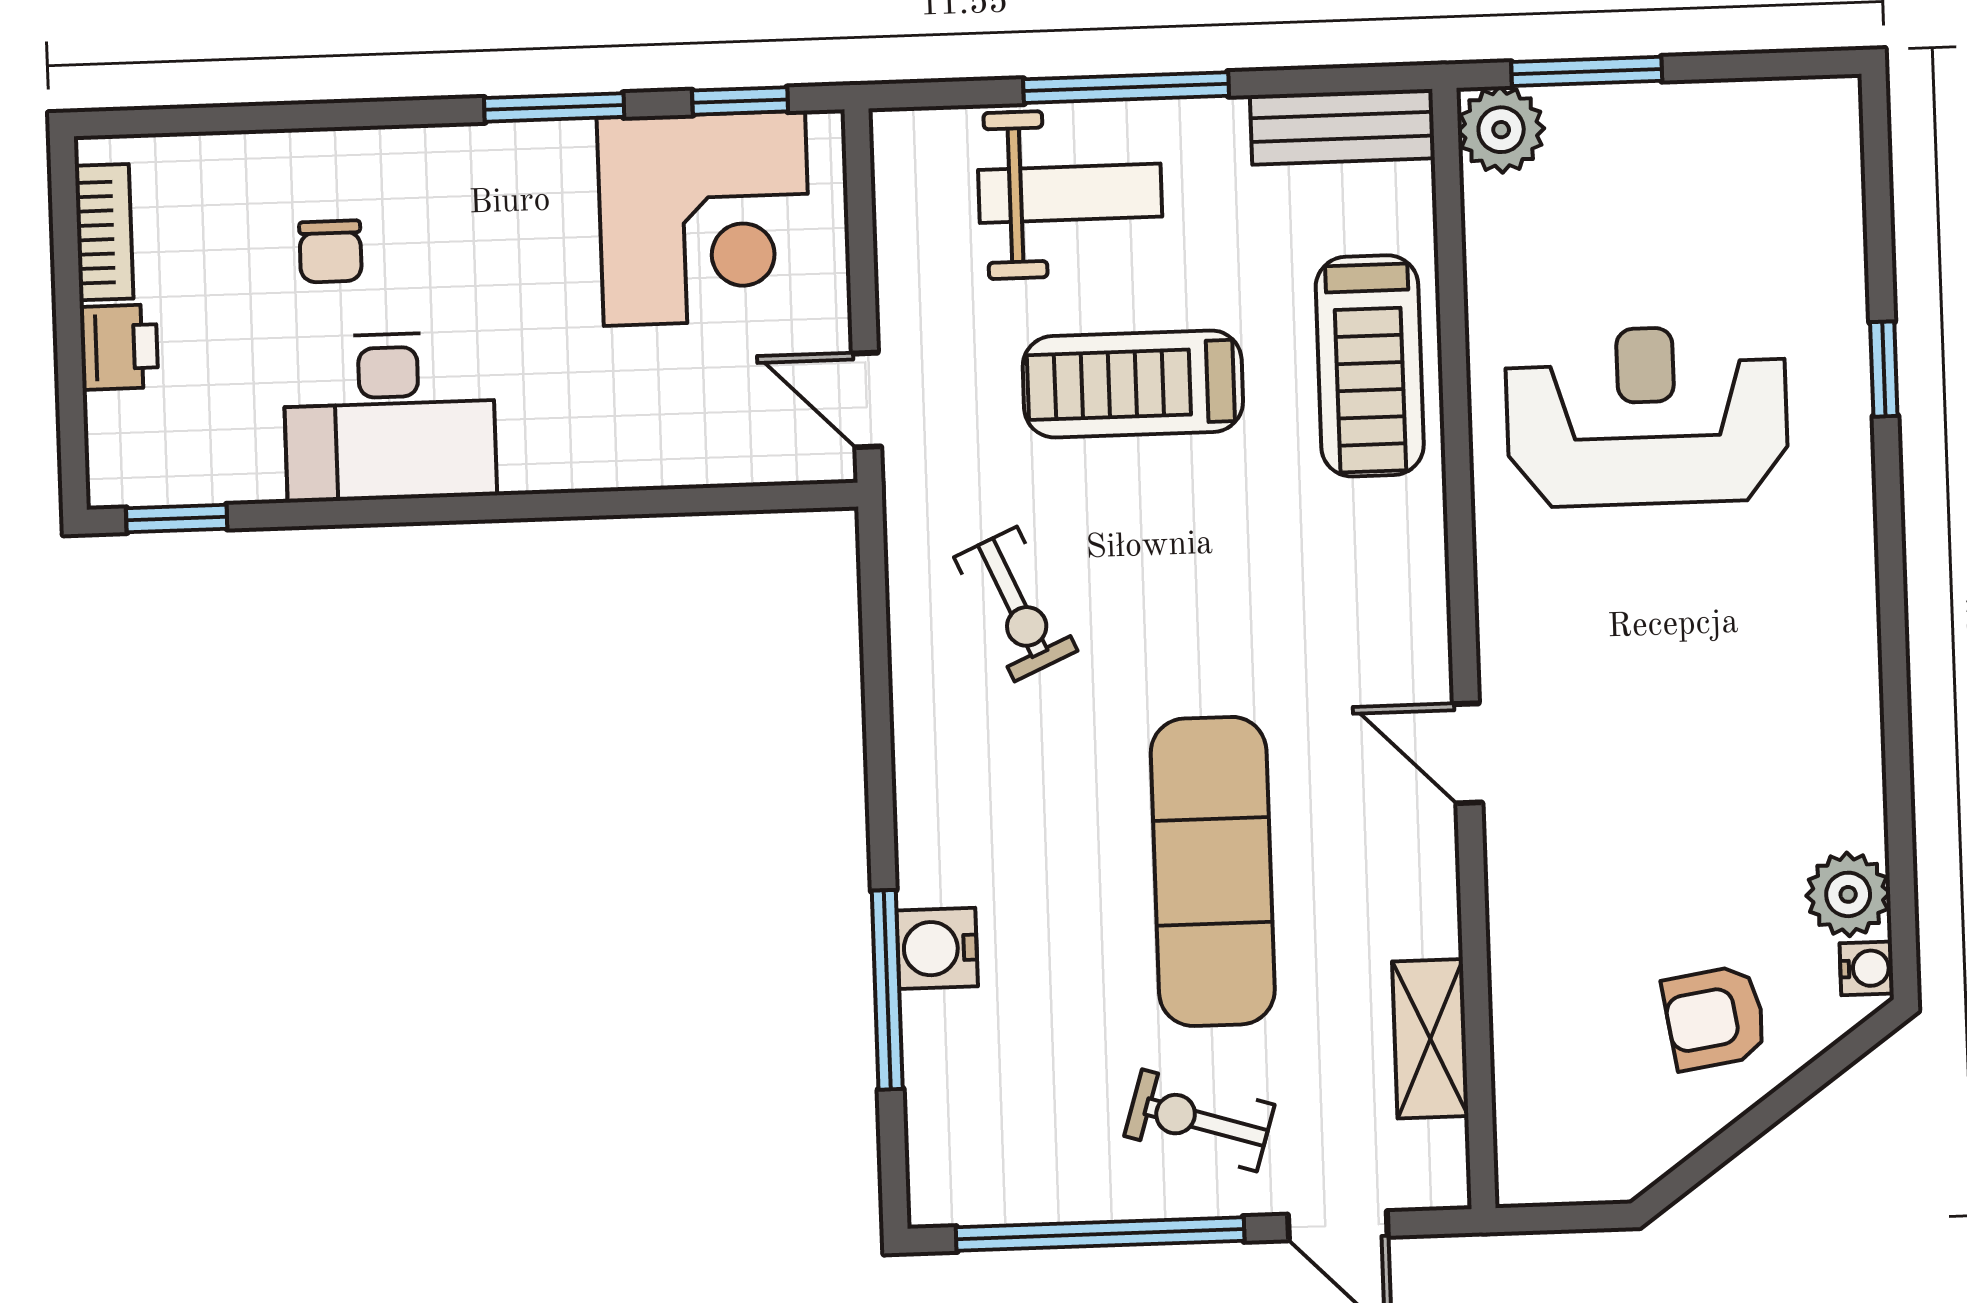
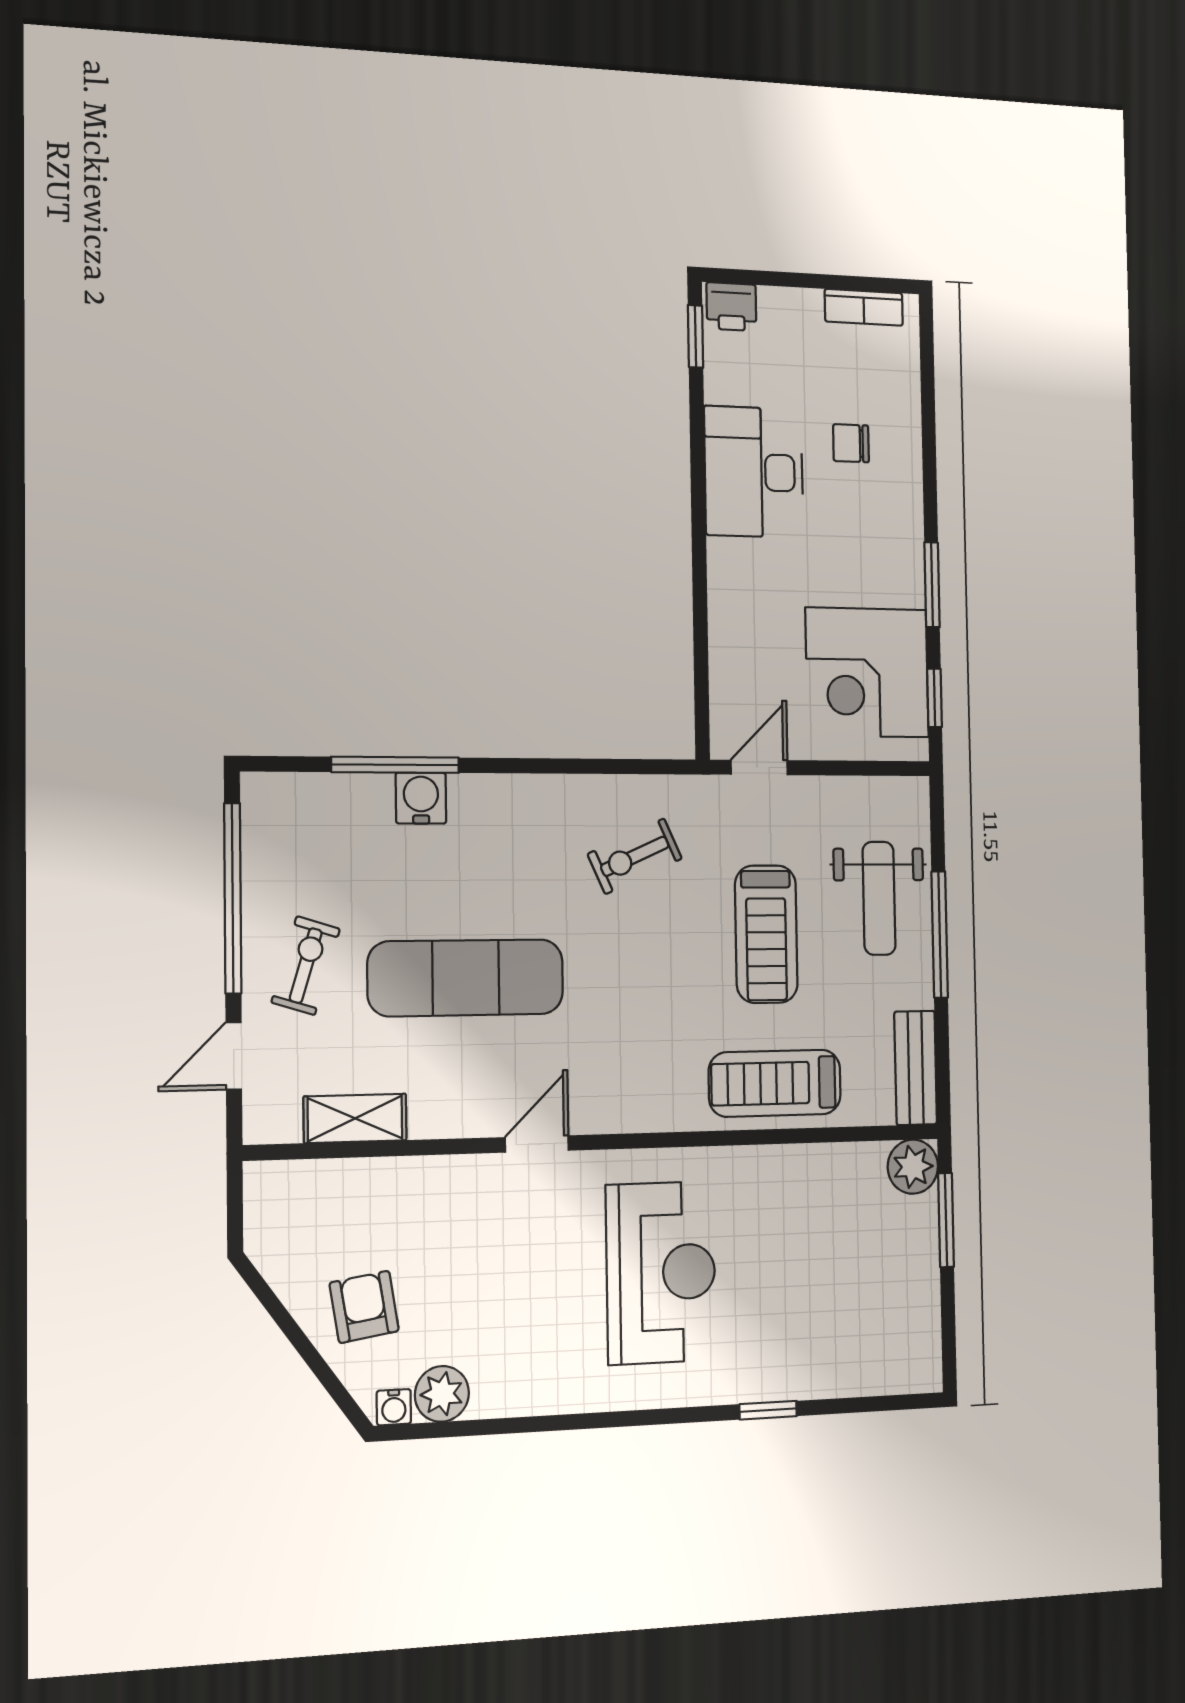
printer: (119, 347) -> (731, 307), moved
treadmill: (1133, 384) -> (766, 934), turned 180
reception desk: (1647, 416) -> (661, 1273), moved

